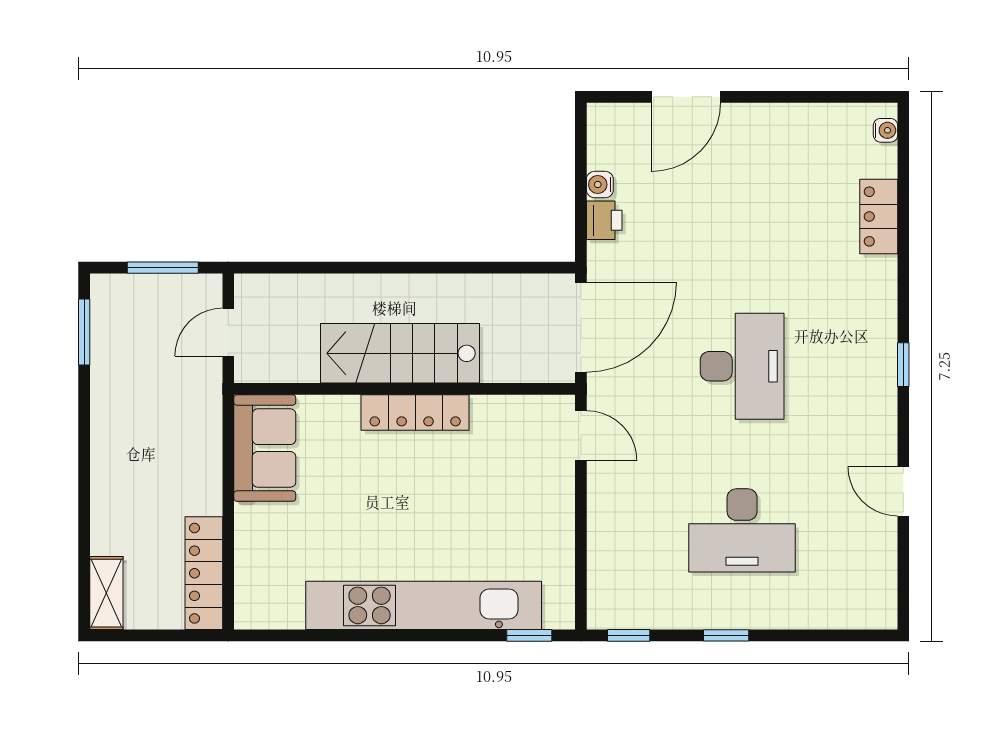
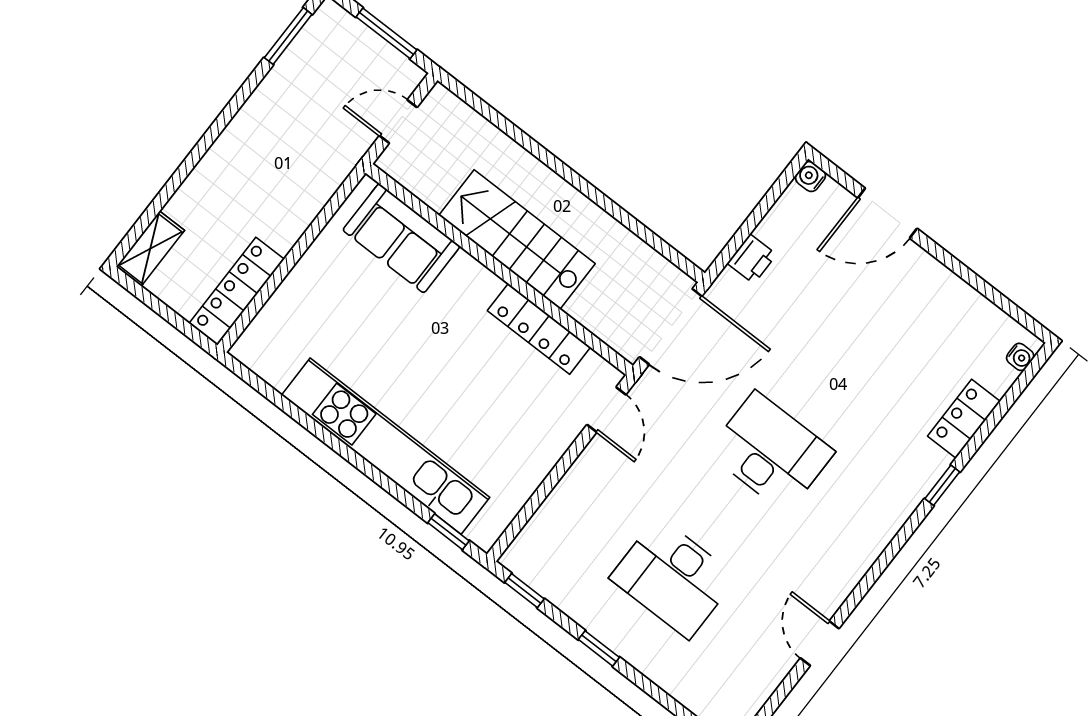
water cooler: (600, 185) -> (810, 177), moved
window: (903, 365) -> (942, 485), moved
desk: (742, 366) -> (771, 452), turned -90
locker: (415, 412) -> (539, 329), moved
sofa: (265, 448) -> (401, 238), moved, turned 90

